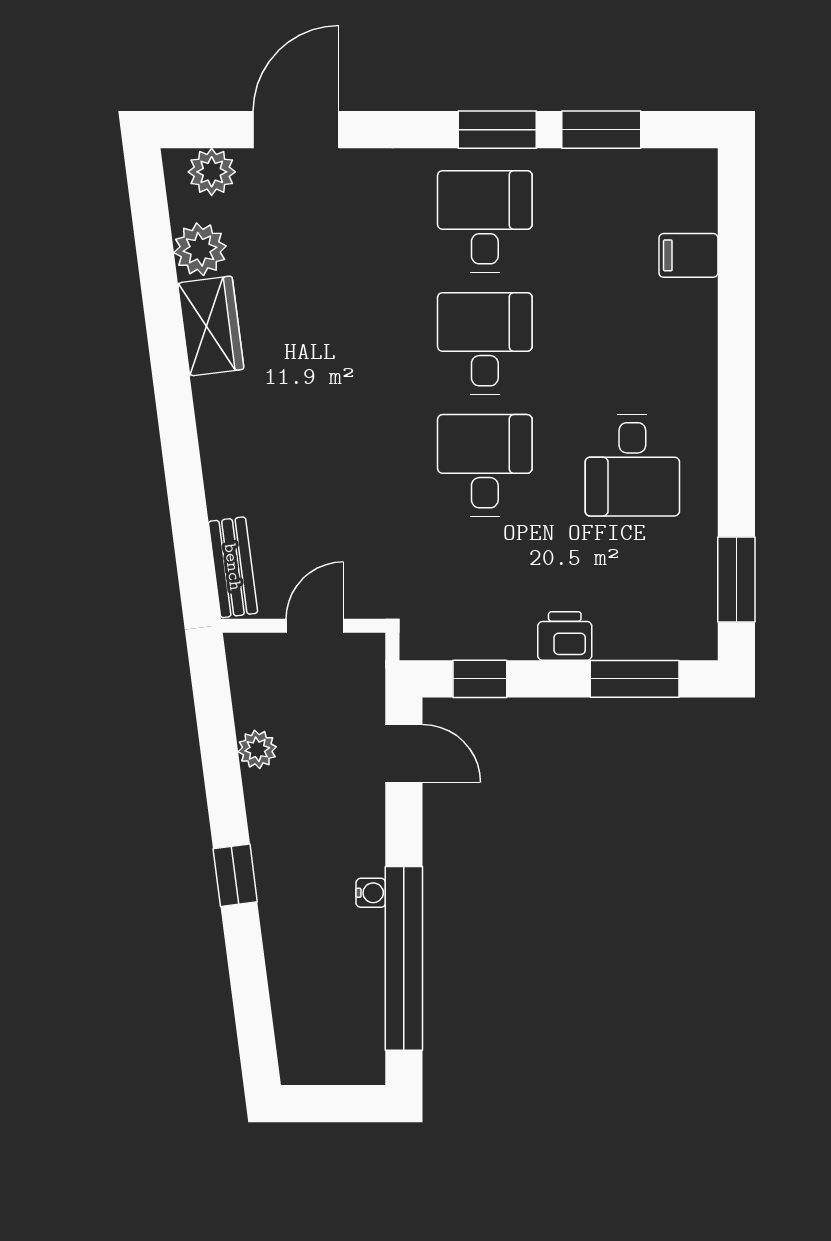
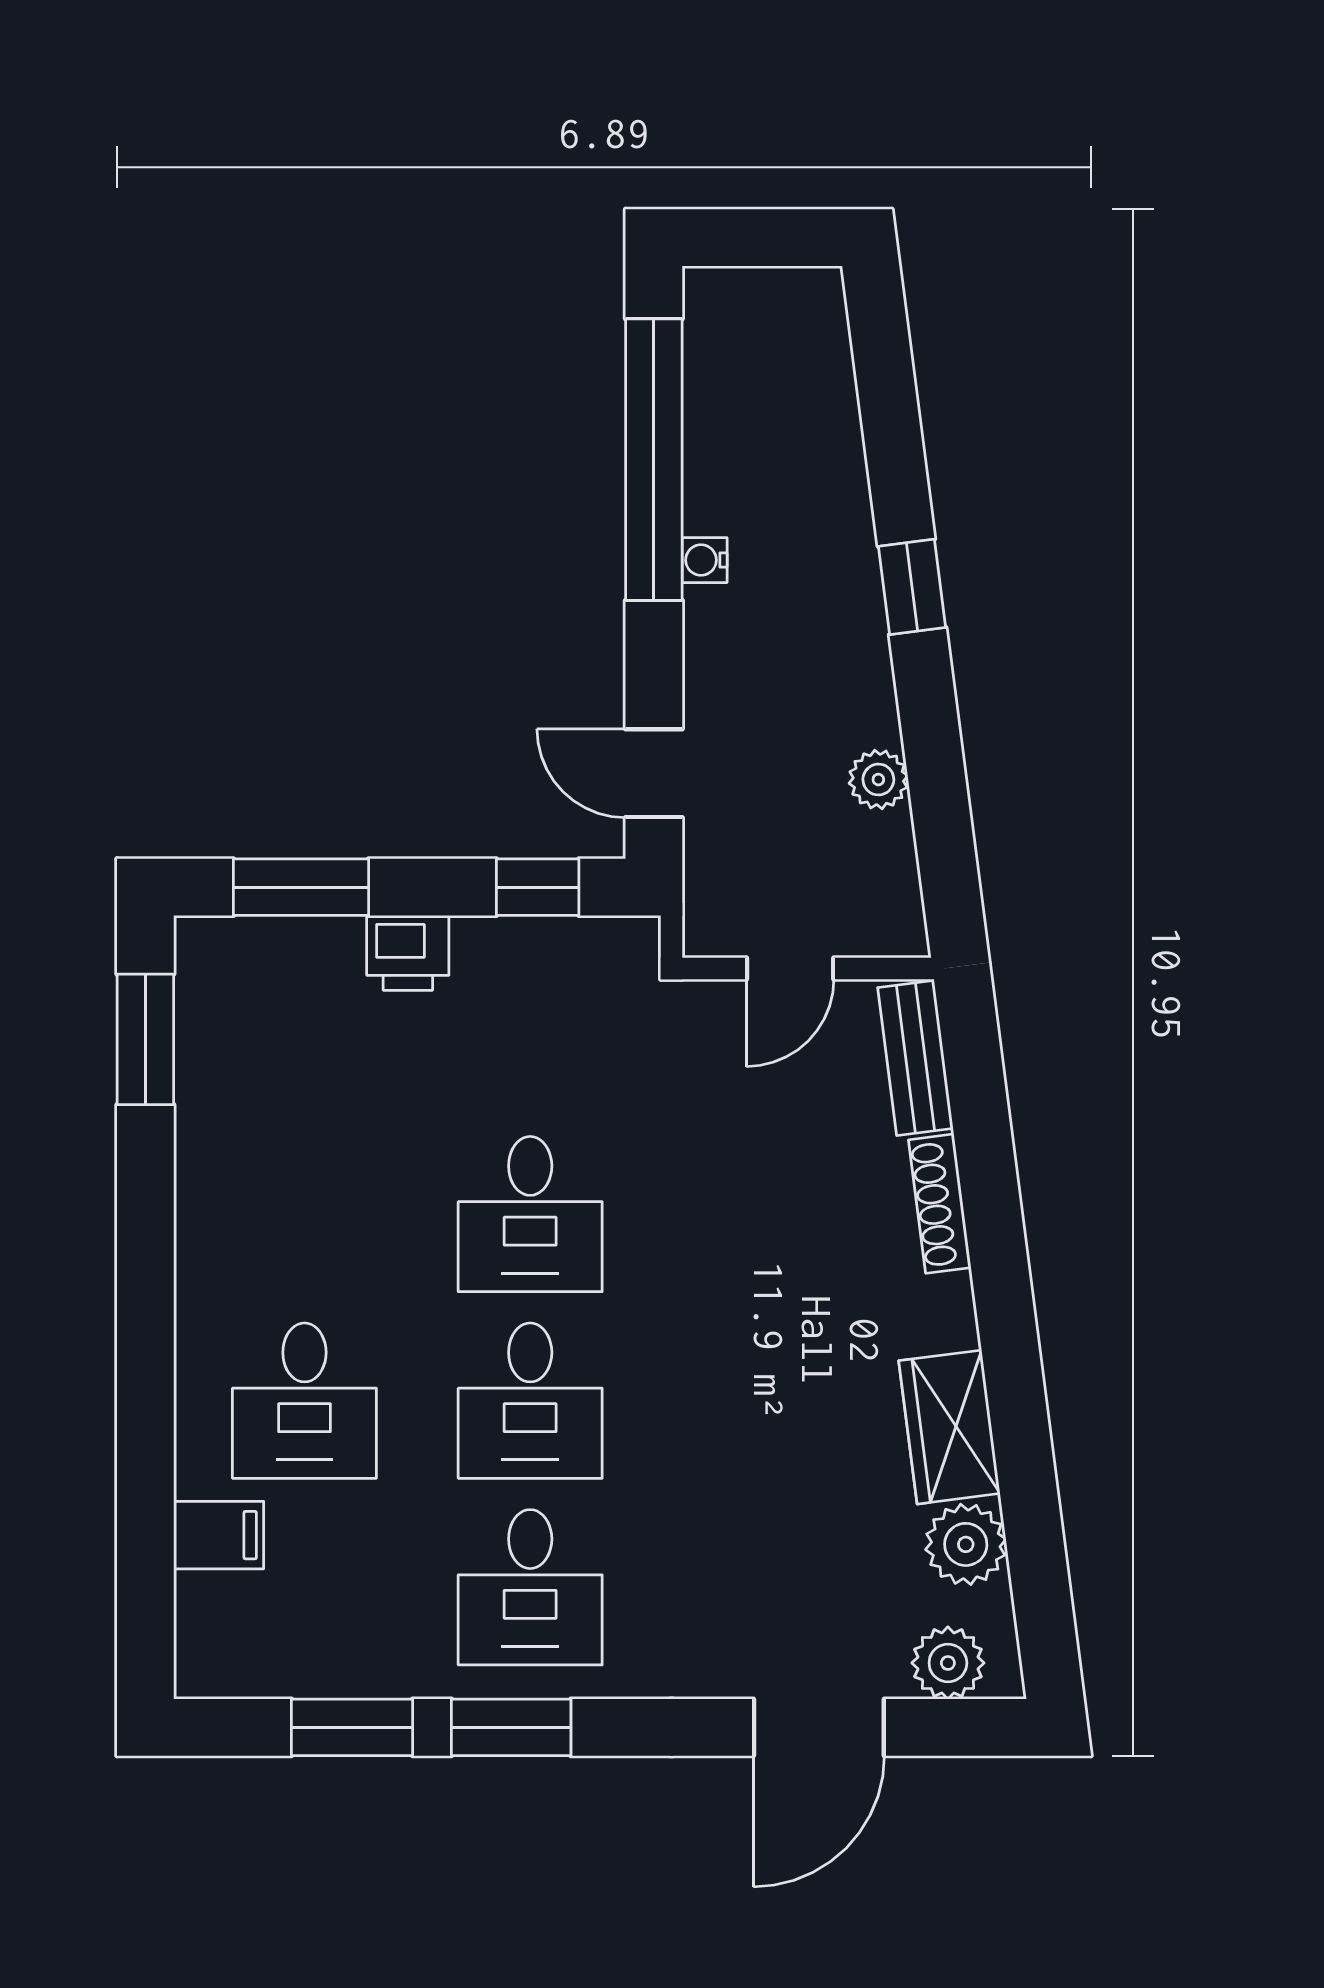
desk: (632, 465) -> (304, 1401), moved, turned 180
shoe rack: (217, 472) -> (940, 1204), added

